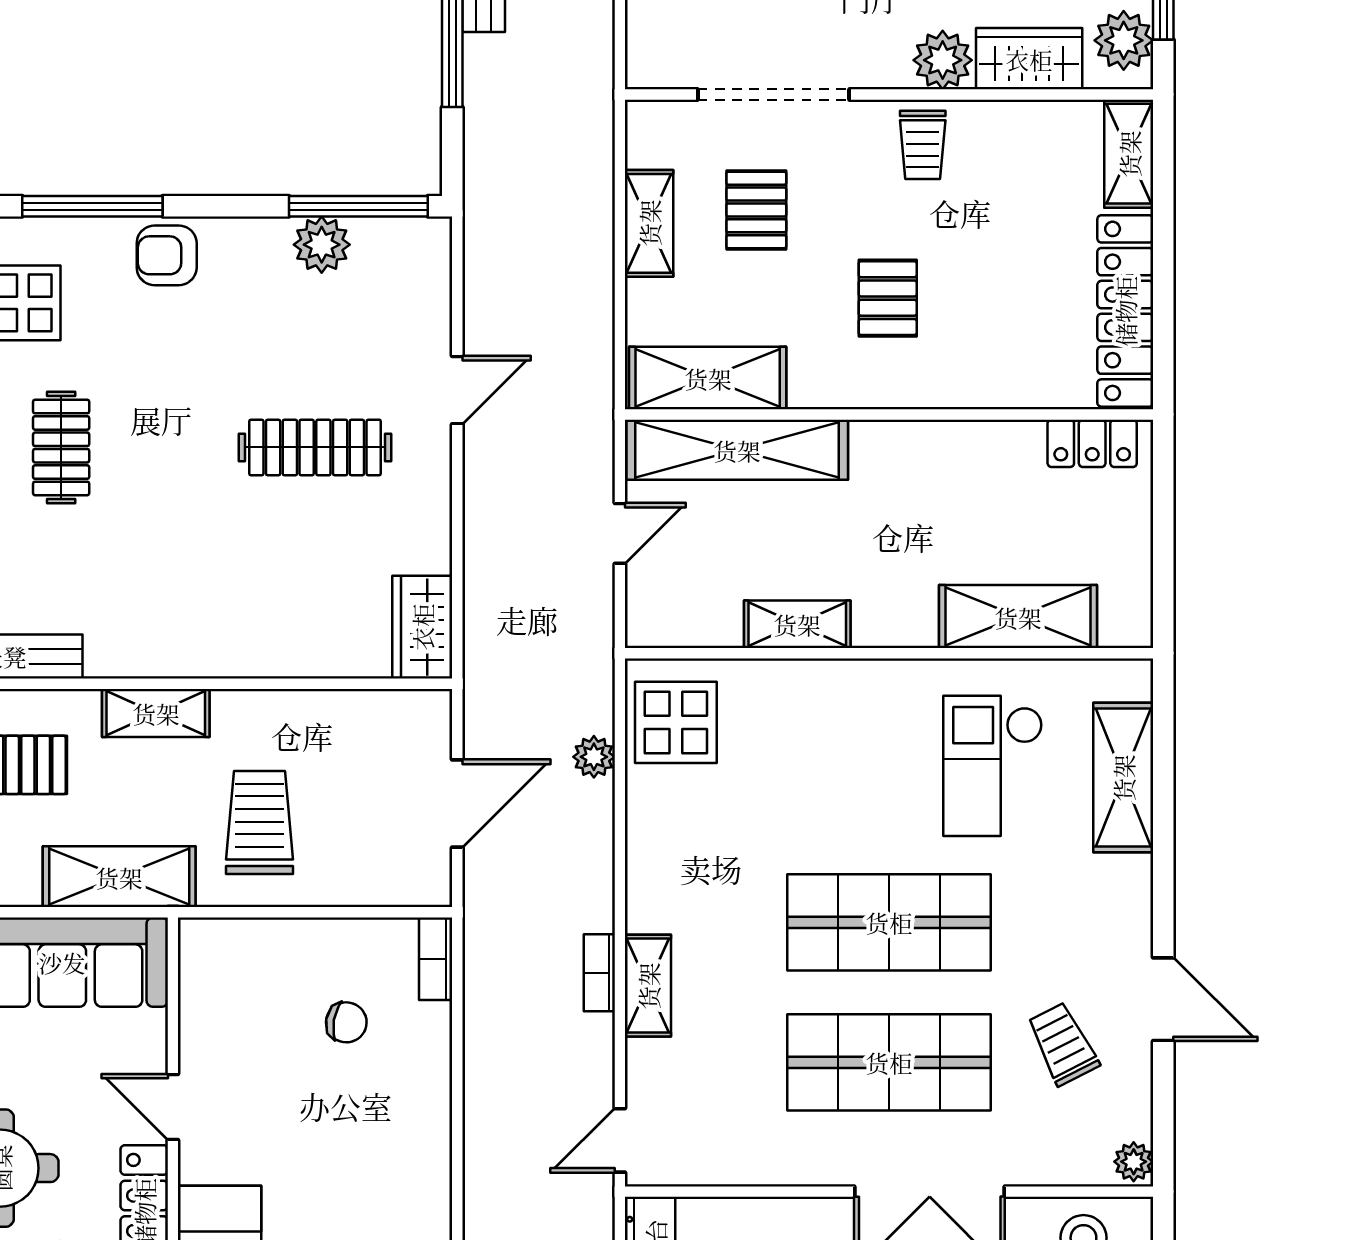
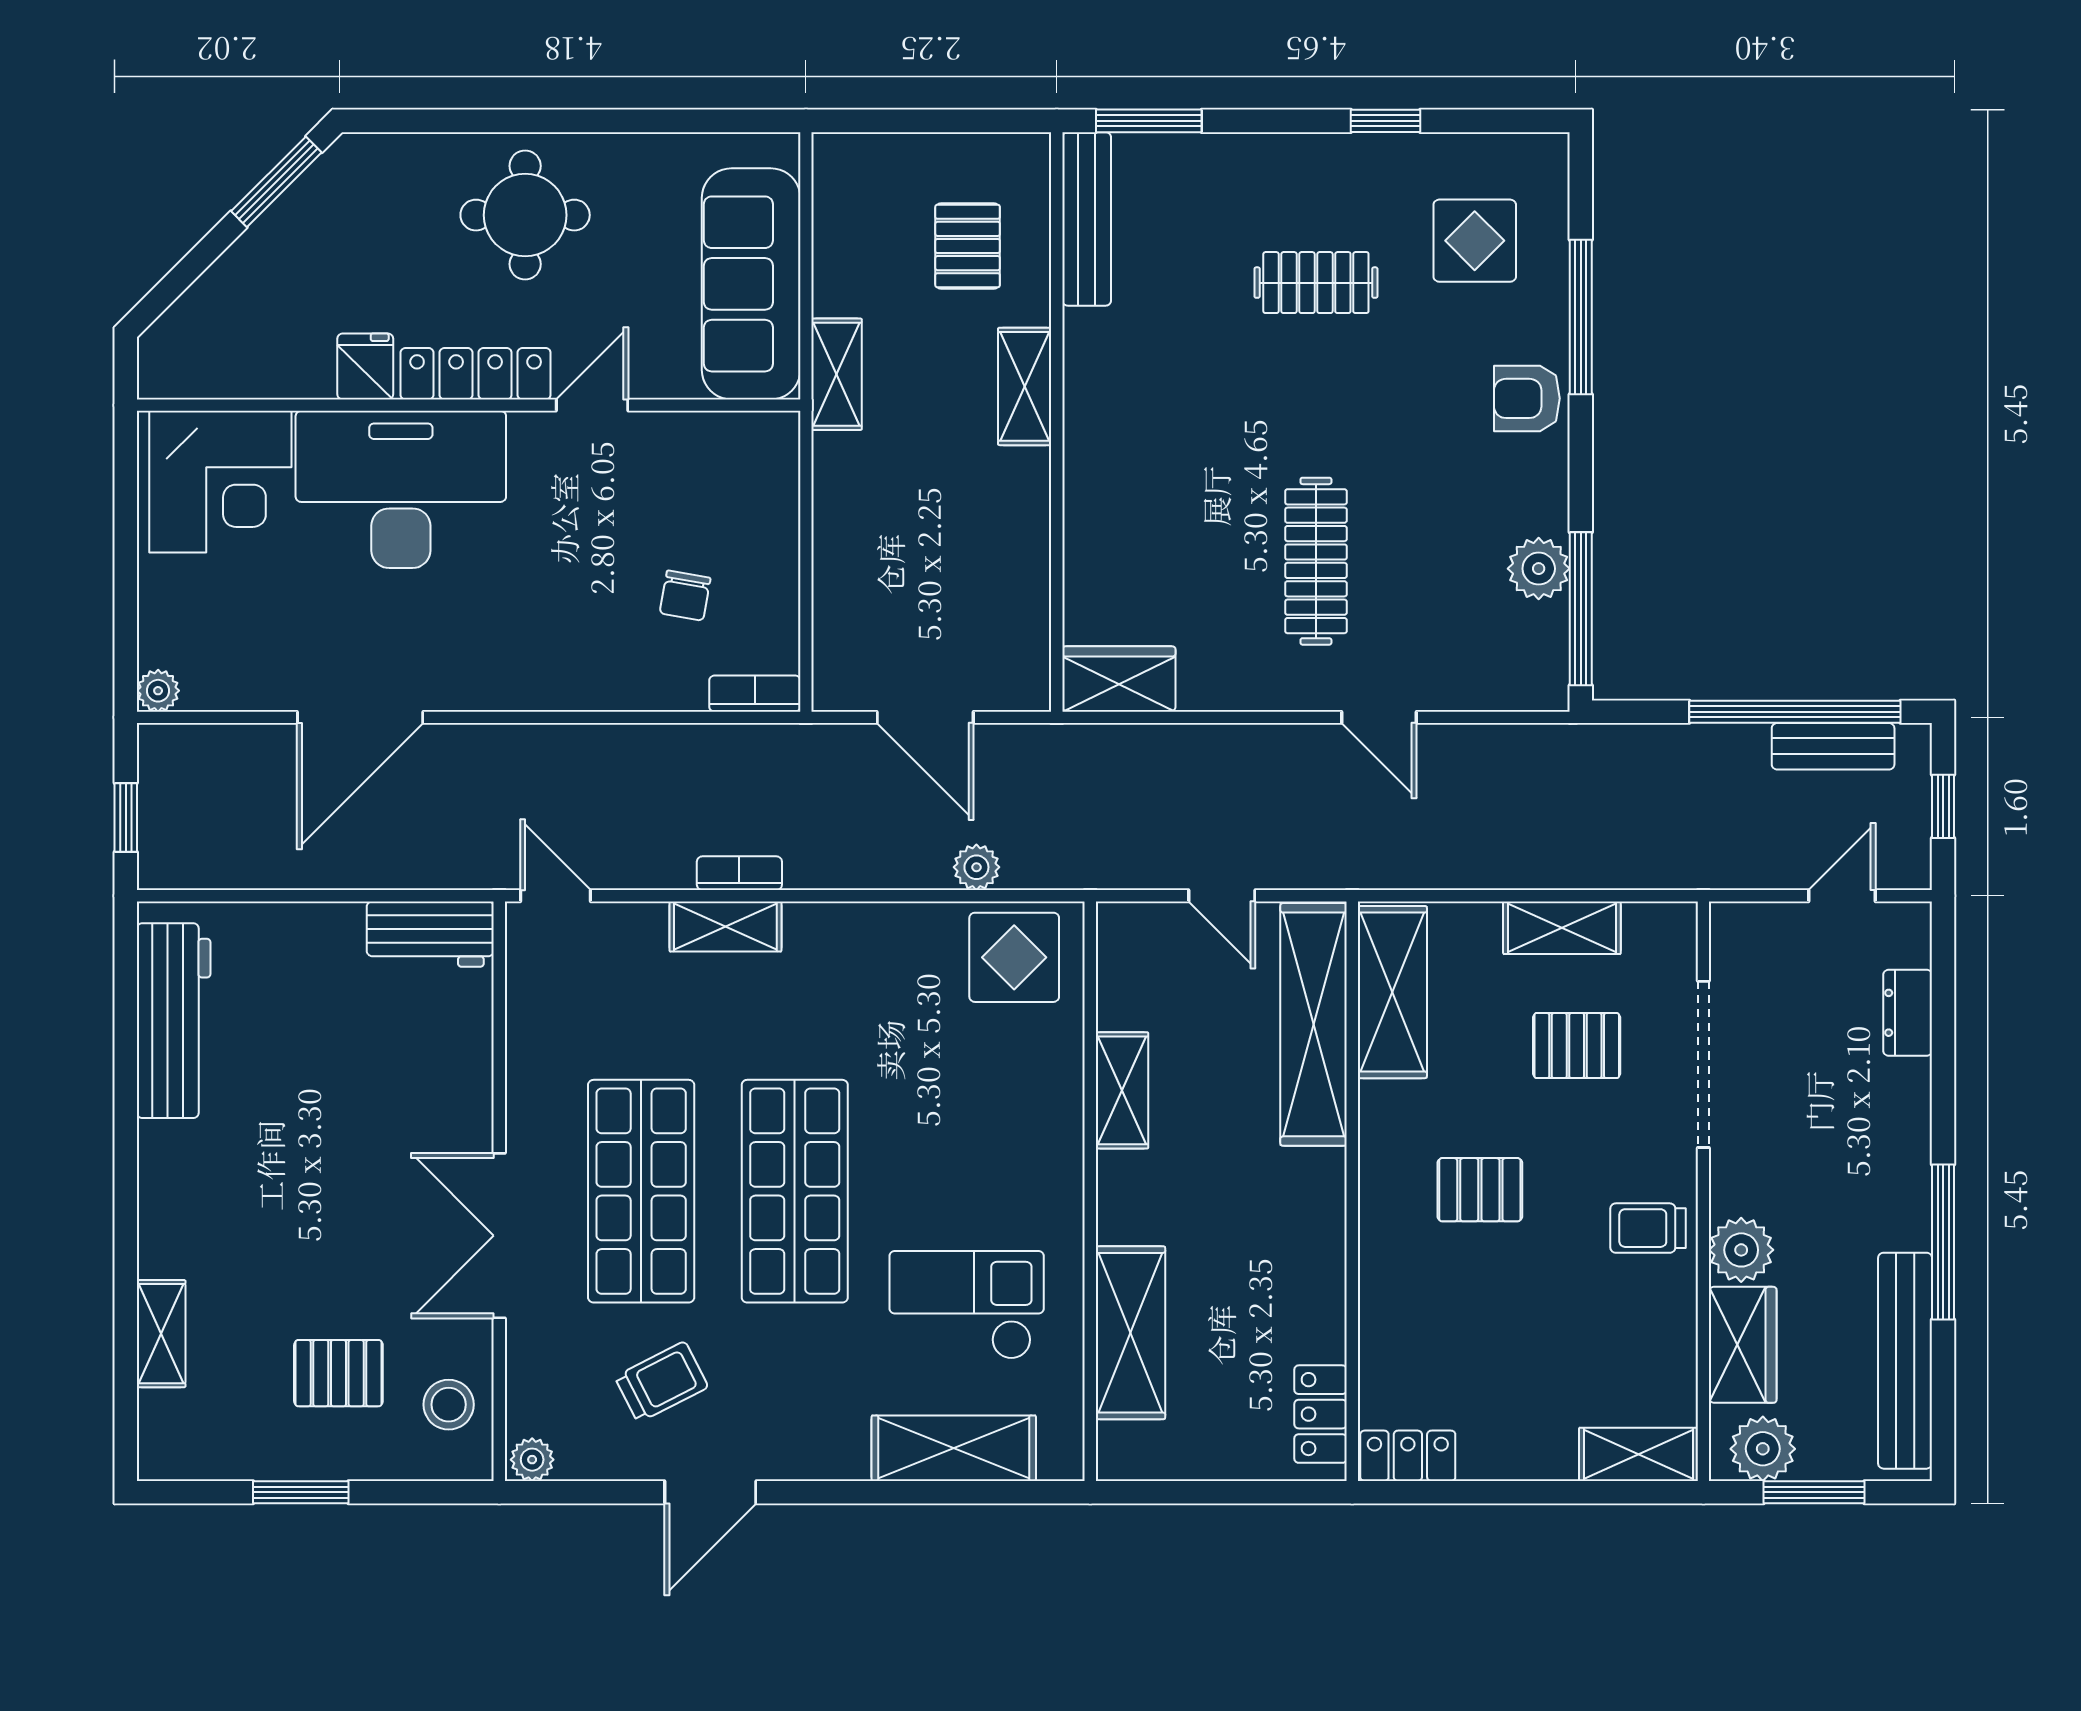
armchair: (167, 255) -> (1527, 398), turned -90
locker: (1125, 311) -> (1408, 1456), width x0.46, depth x0.83
trolley: (260, 822) -> (904, 500), removed
shelving: (119, 877) -> (837, 374), width x0.67, depth x0.75

